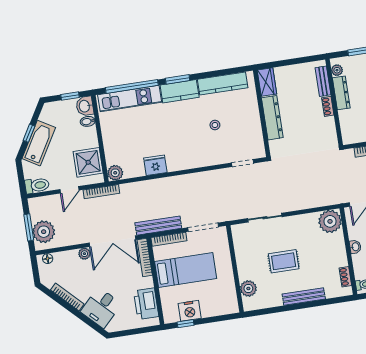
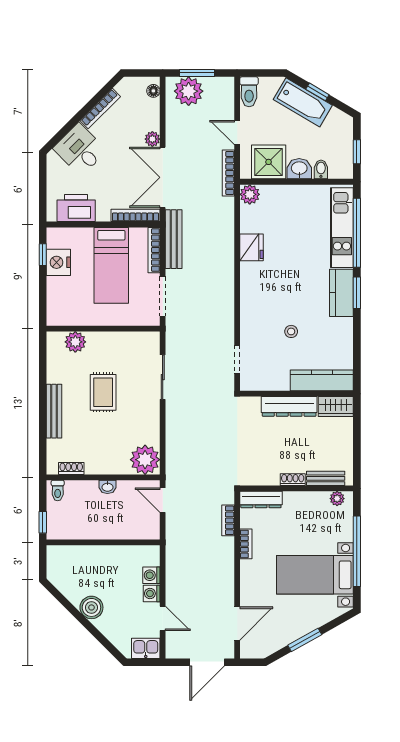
kitchen counter: (223, 83) -> (322, 380), moved, turned 90
dresser: (341, 93) -> (261, 500), moved
washbasin: (85, 106) -> (299, 169), moved

